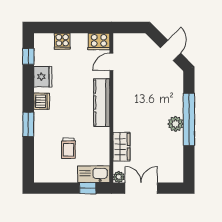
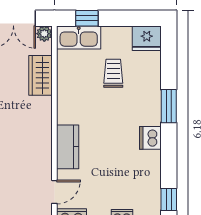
fridge: (43, 77) -> (147, 38), moved, turned -90
kitchen counter: (102, 103) -> (68, 147), width x0.67

